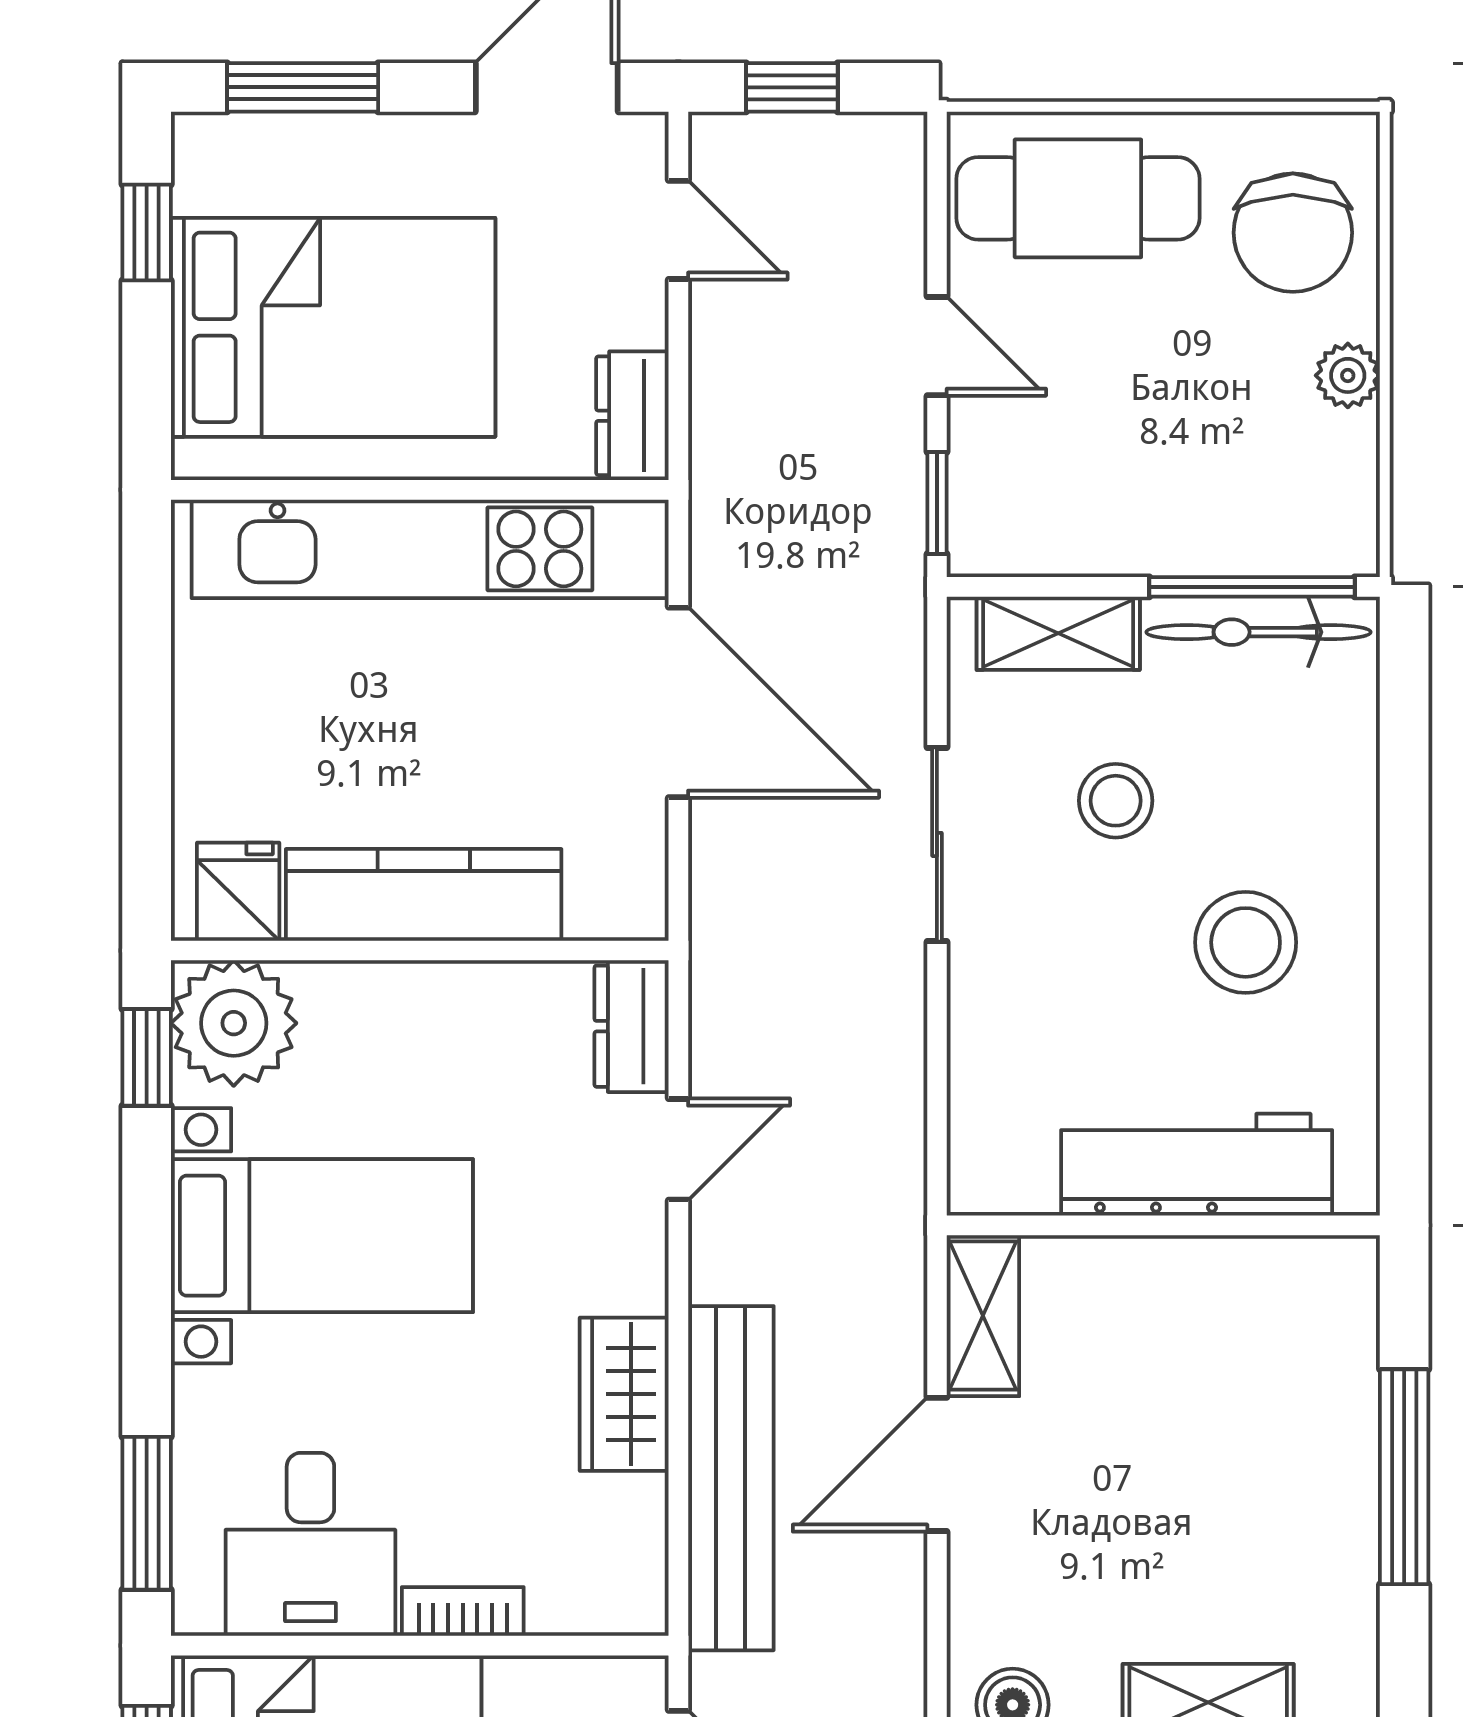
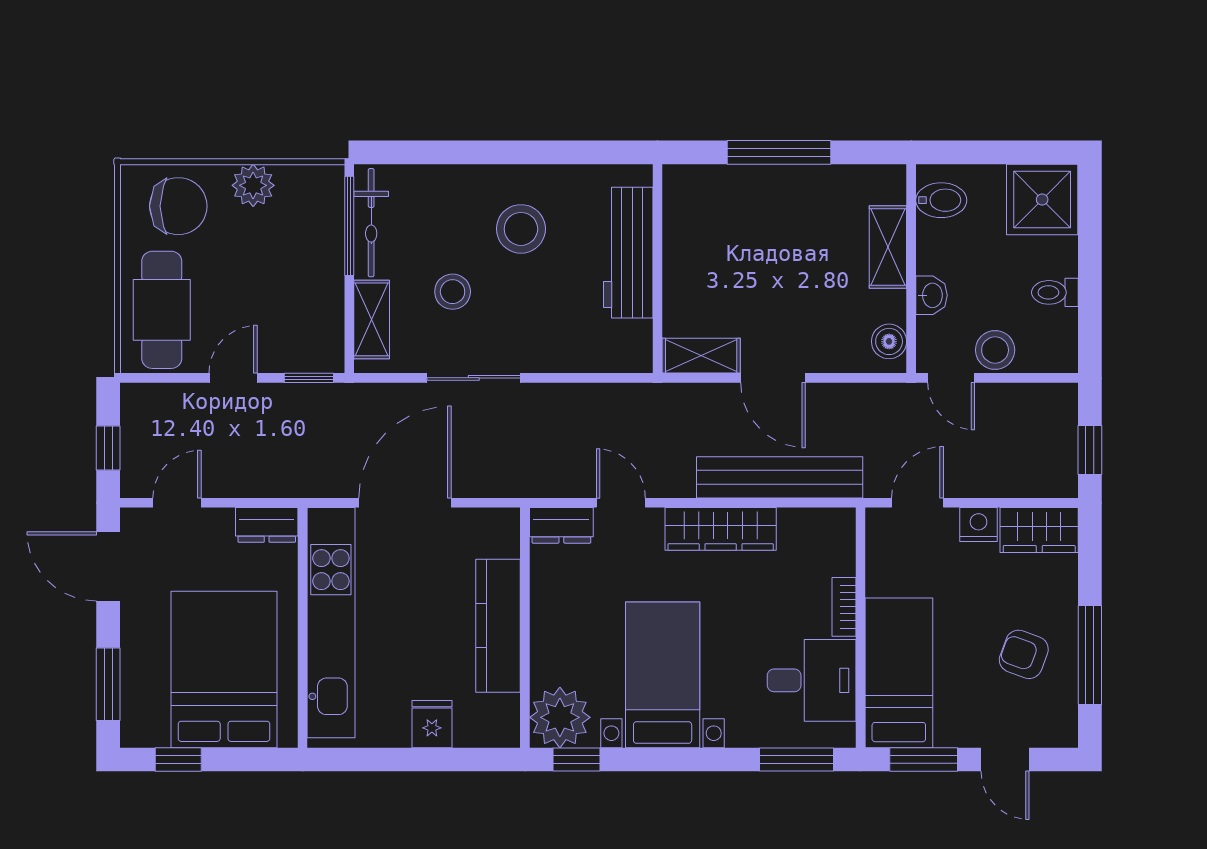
plant: (1348, 375) -> (253, 185), width x1.38, depth x1.38
fridge: (238, 892) -> (432, 724), moved, turned 90
wardrobe: (624, 1394) -> (721, 529), width x1.50

